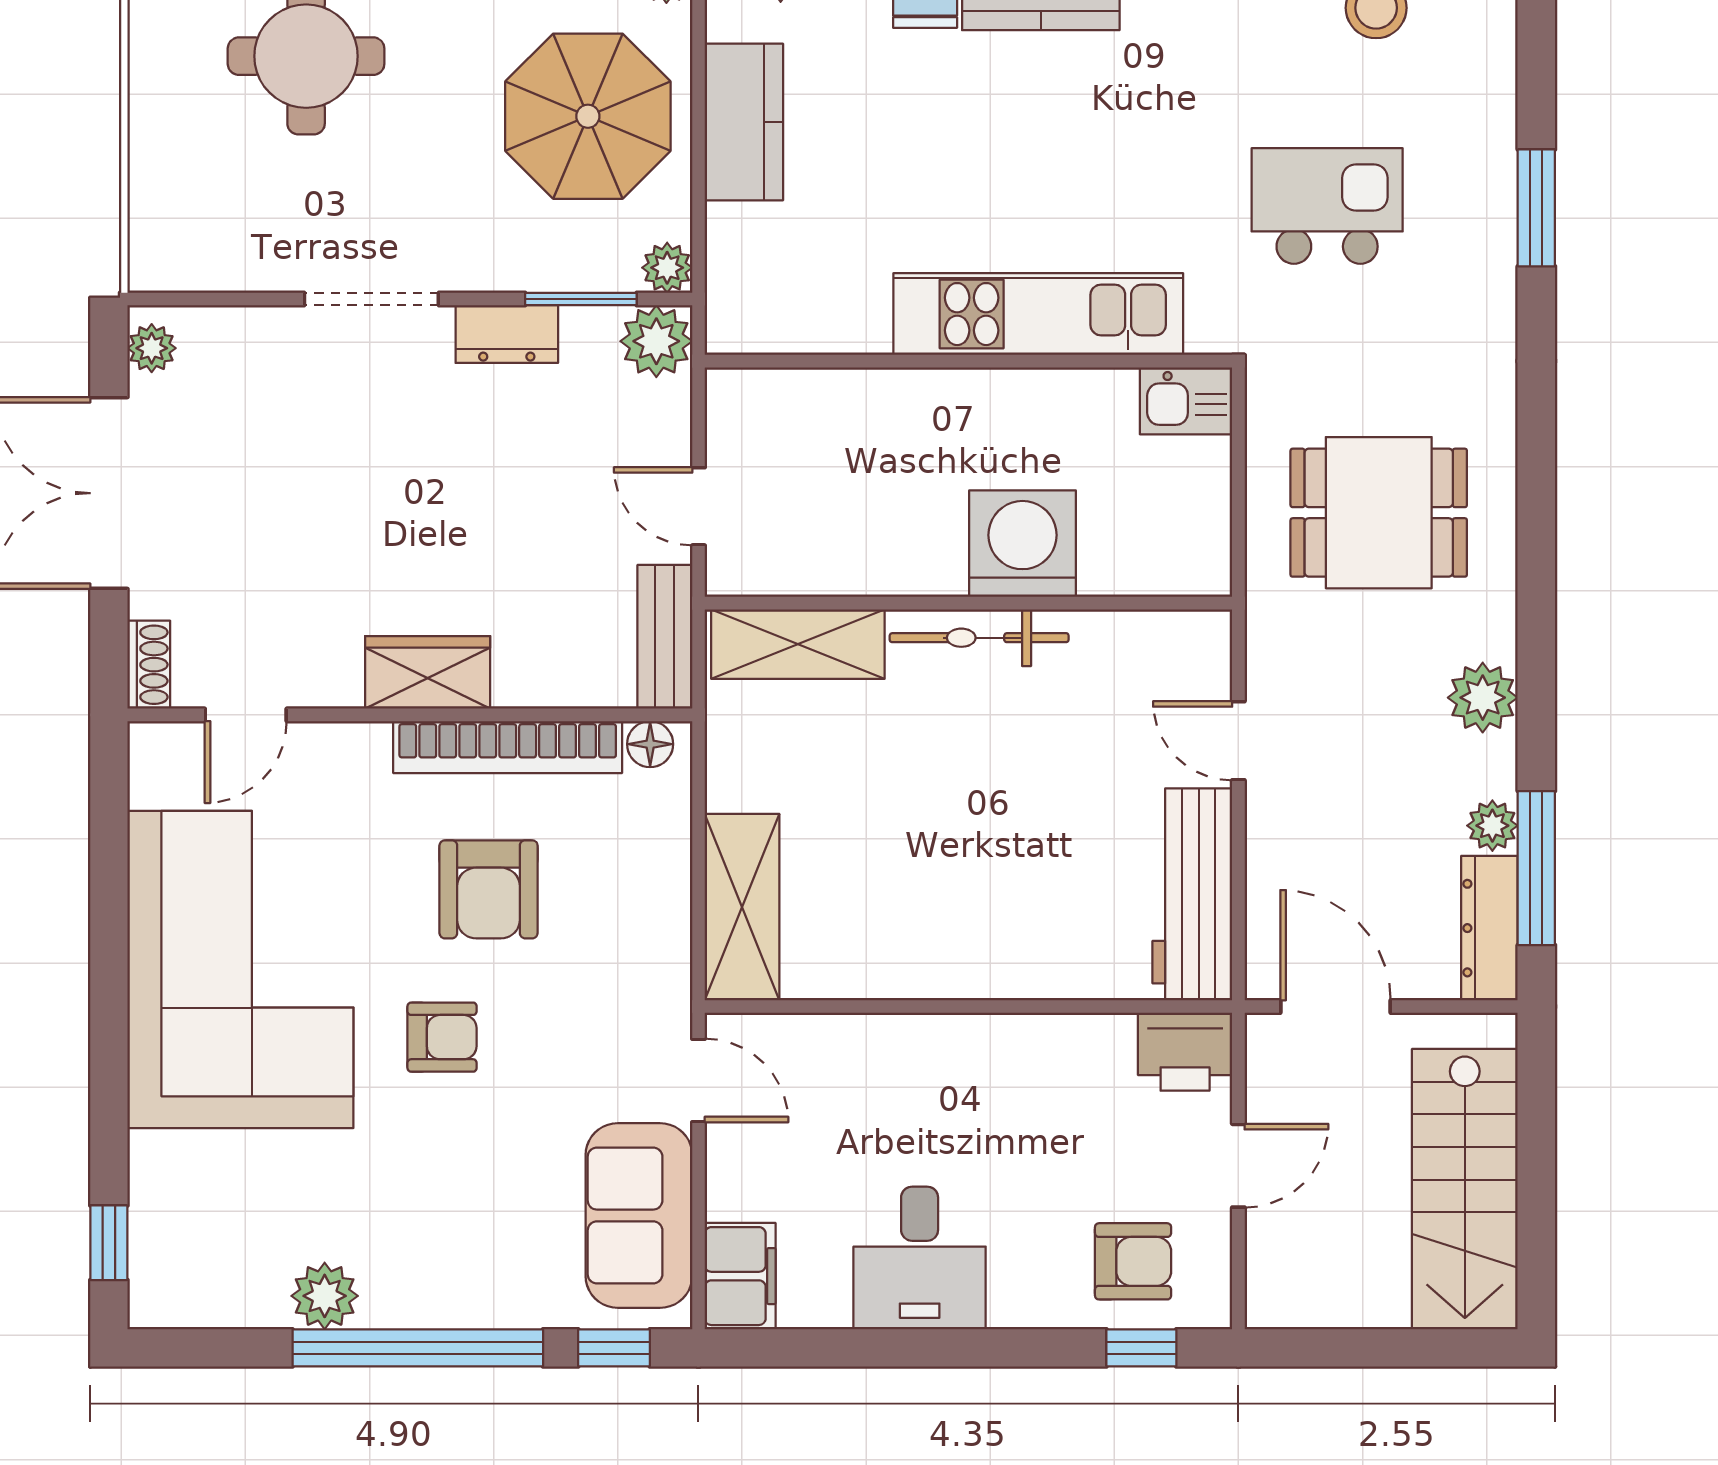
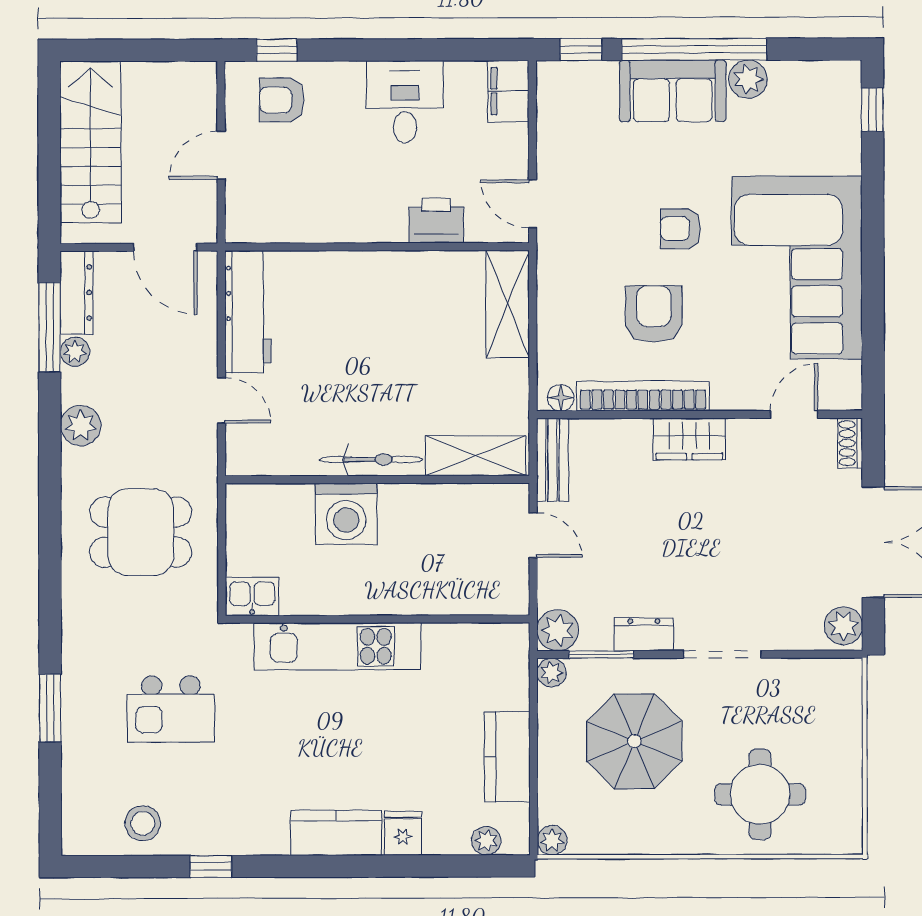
parasol: (588, 116) -> (634, 741), moved
plant: (152, 348) -> (843, 626), width x1.38, depth x1.38
printer: (1185, 1052) -> (436, 221), moved
sofa: (639, 1215) -> (673, 91), moved, turned 90

